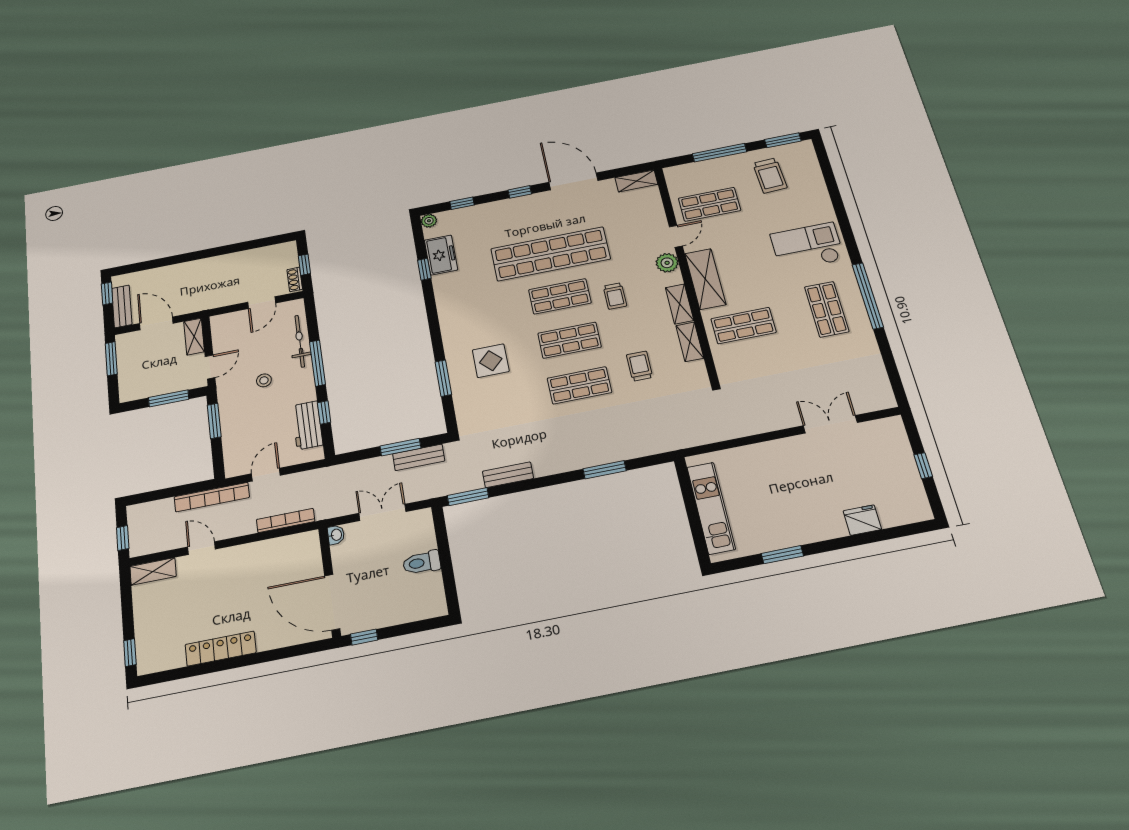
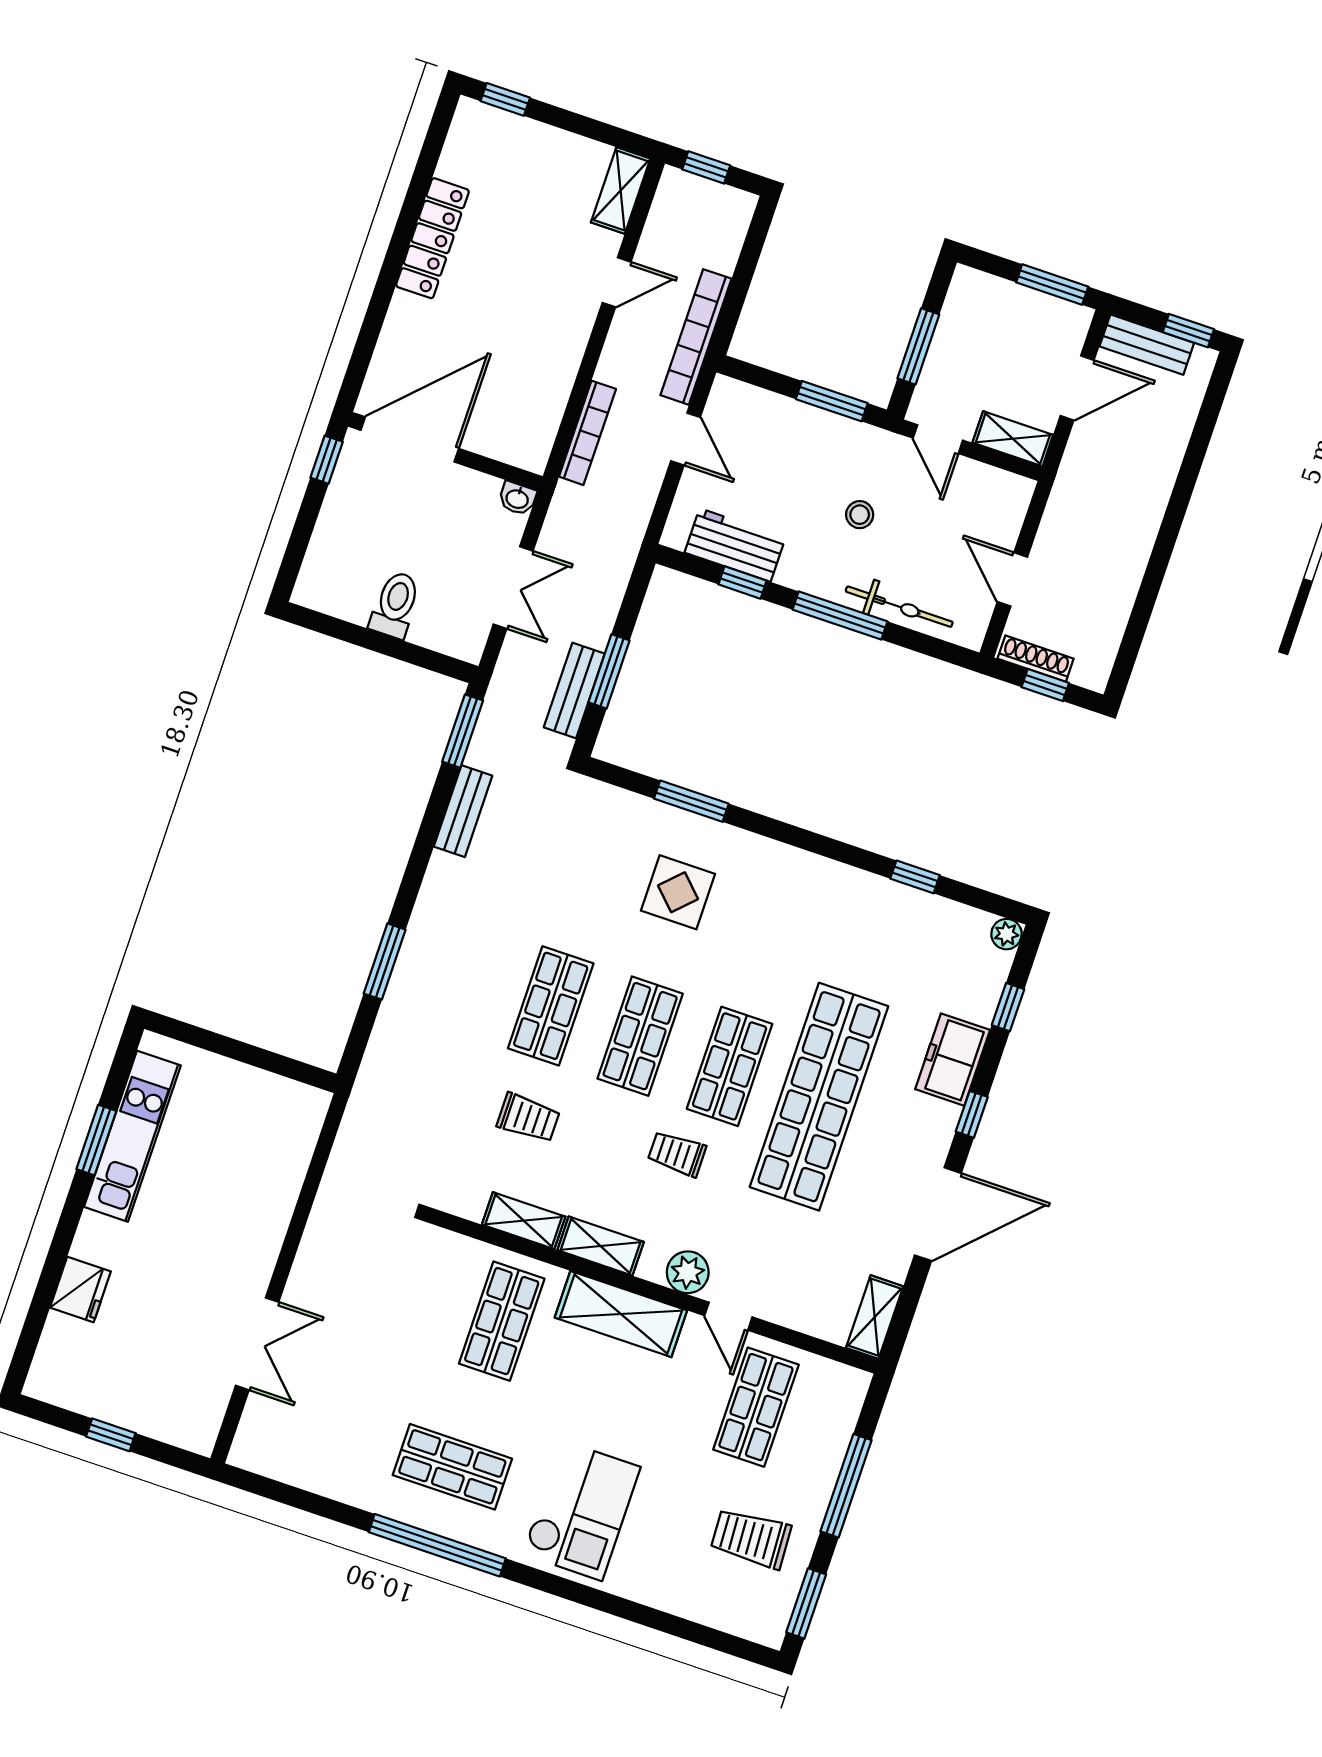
freezer: (441, 255) -> (953, 1060), moved, turned 90
shoe rack: (295, 279) -> (1036, 659), width x1.43
kitchen unit: (711, 508) -> (132, 1136), moved, turned -90

